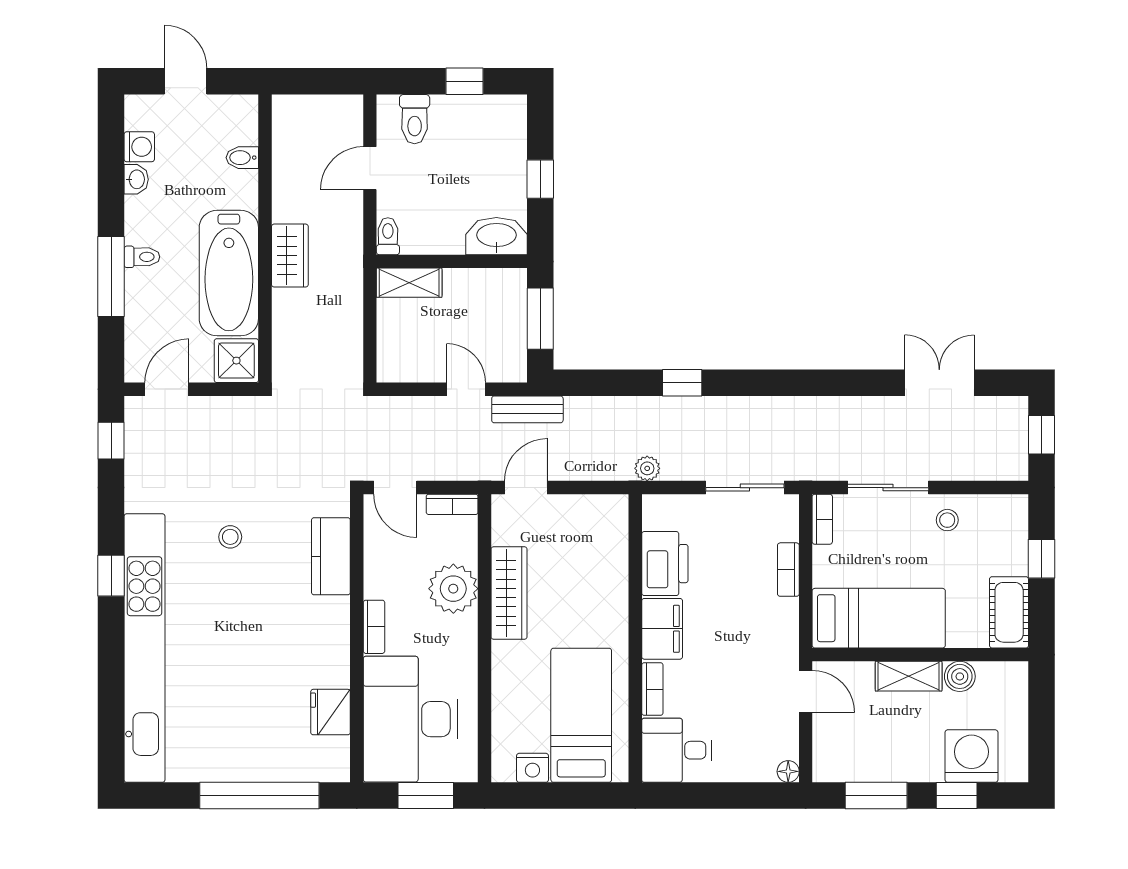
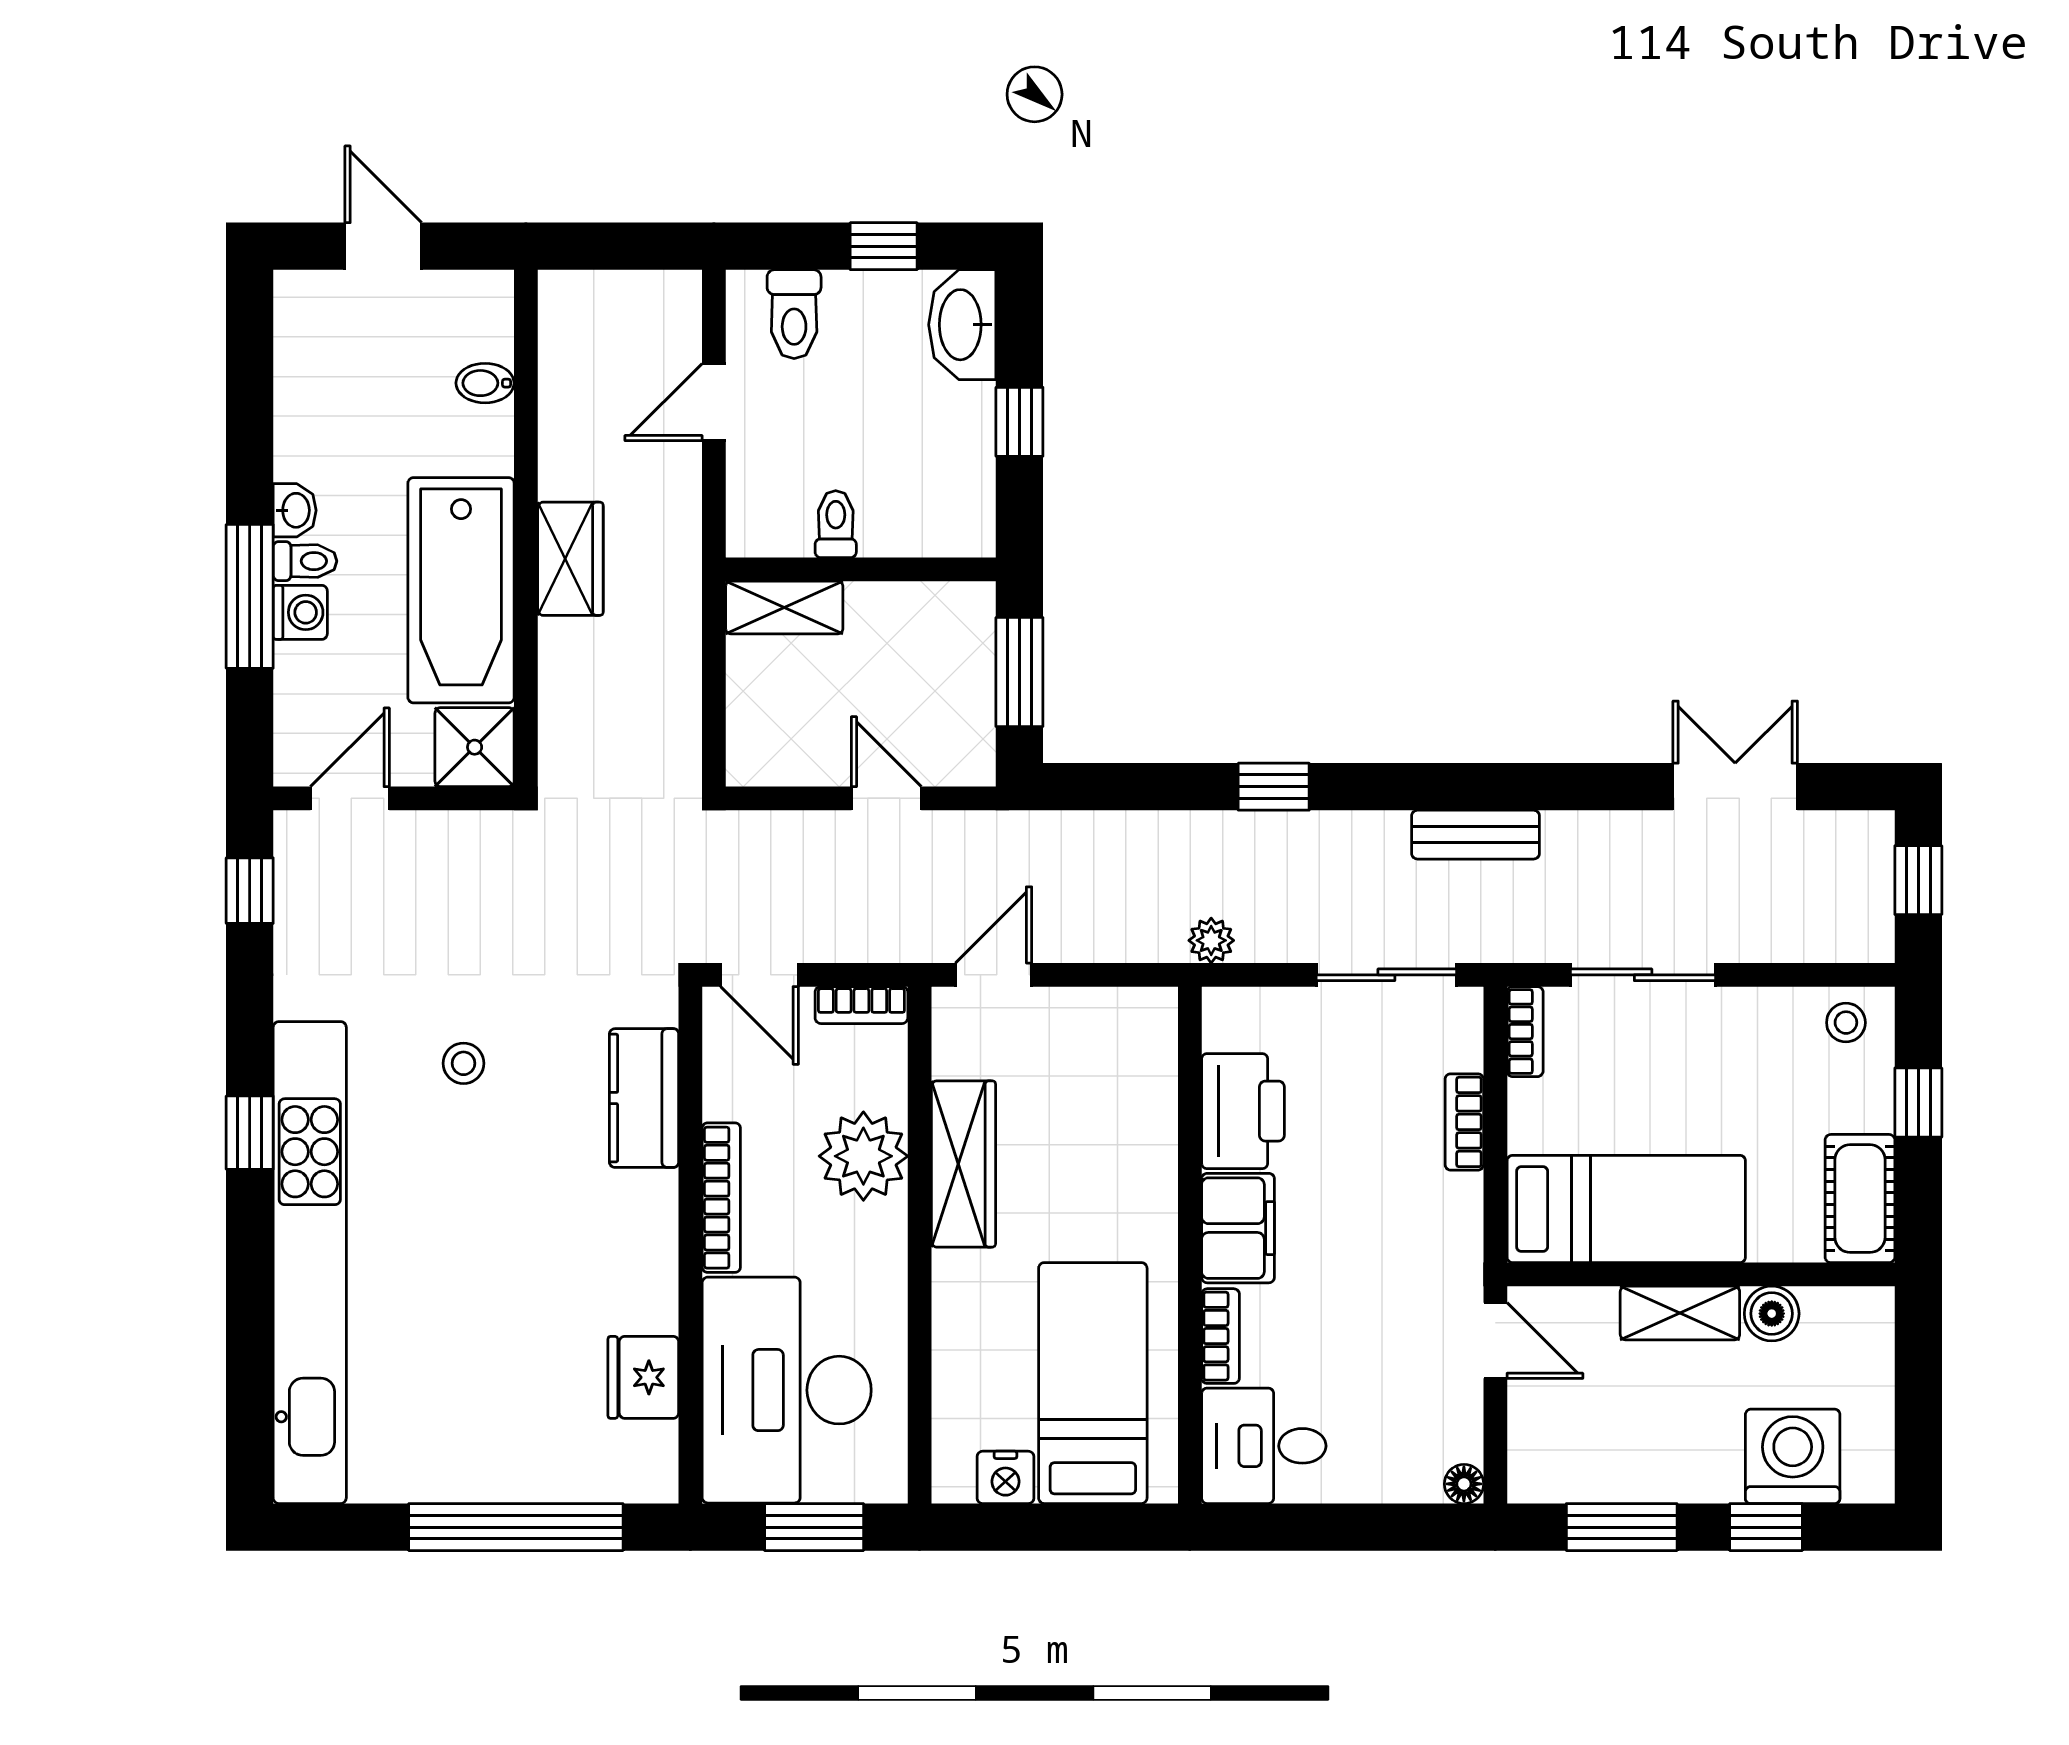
washing machine: (139, 147) -> (300, 612), moved
washbasin: (136, 179) -> (295, 510), moved
toilet: (388, 236) -> (836, 524), moved
washbasin: (496, 236) -> (962, 325), moved, turned -90
bench: (527, 409) -> (1476, 835), moved
stool: (947, 520) -> (1846, 1023), moved
bookcase: (374, 627) -> (721, 1198), width x1.56

